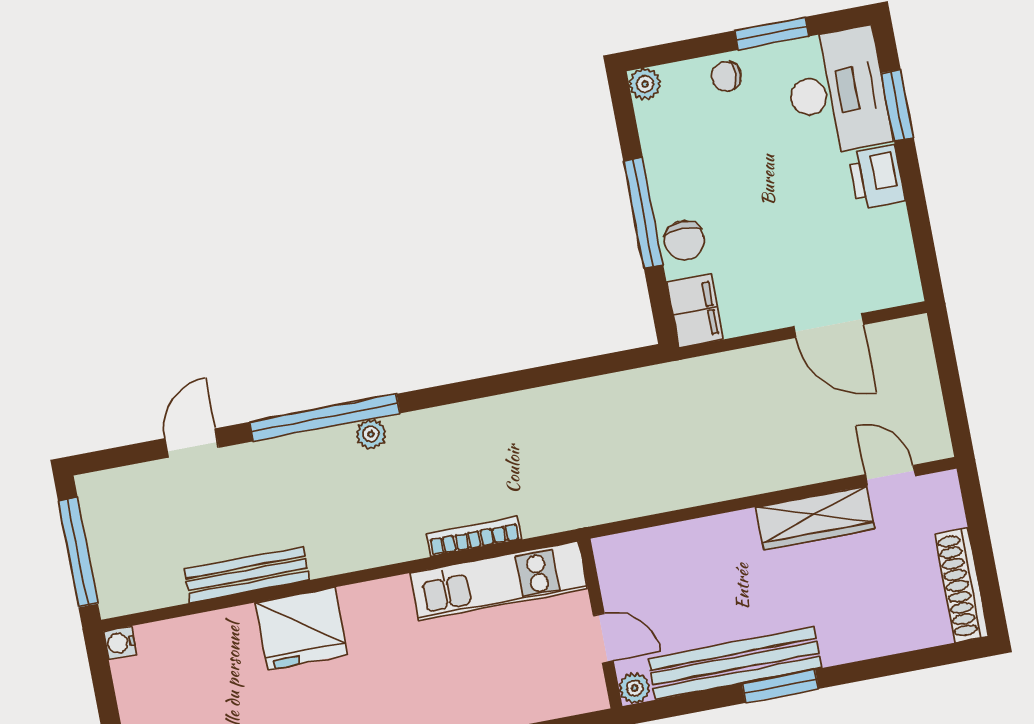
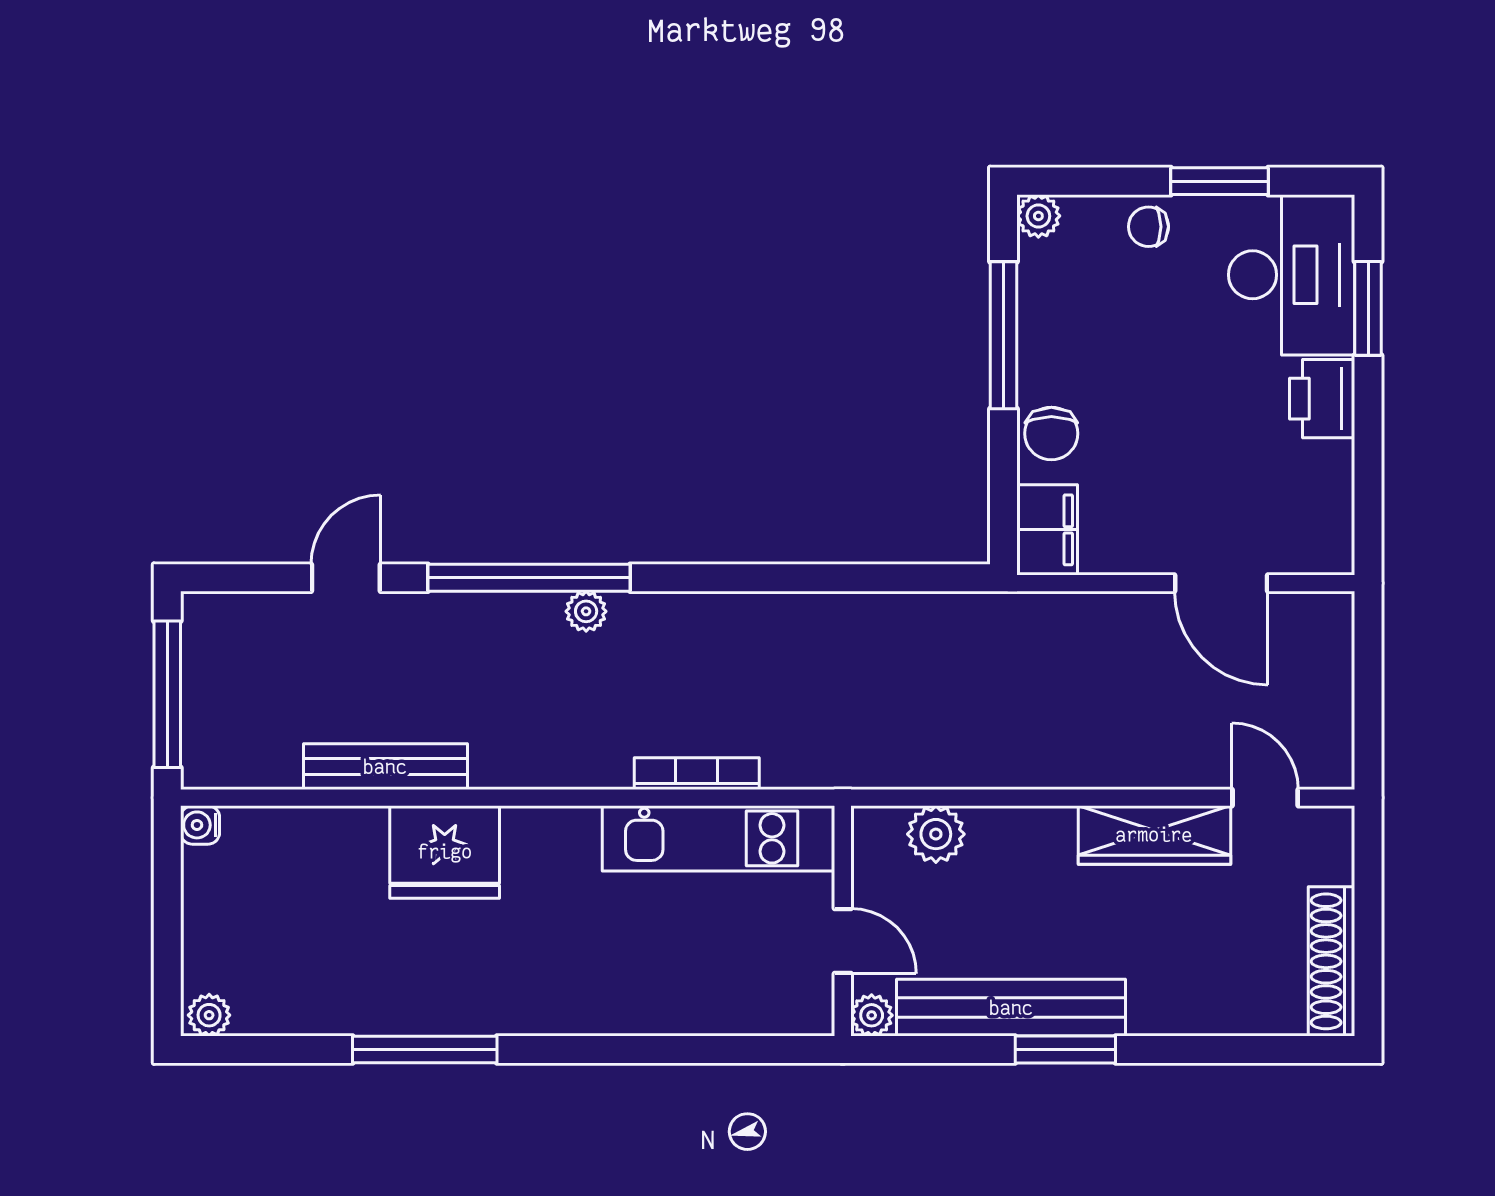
window: (643, 213) -> (1004, 335), moved
plant: (656, 547) -> (936, 834), added

